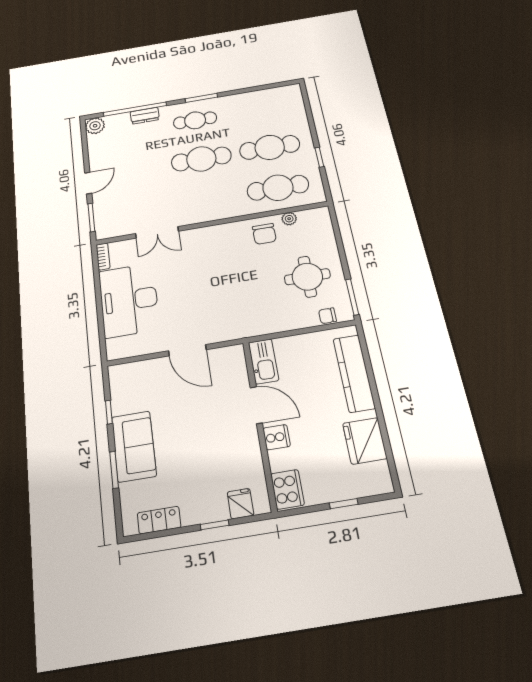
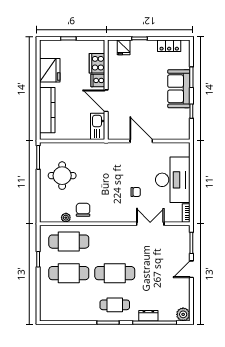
chair: (327, 316) -> (136, 192), moved
cooker: (287, 489) -> (97, 63), moved

